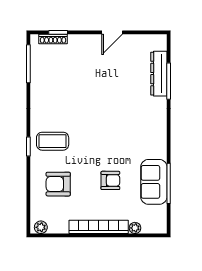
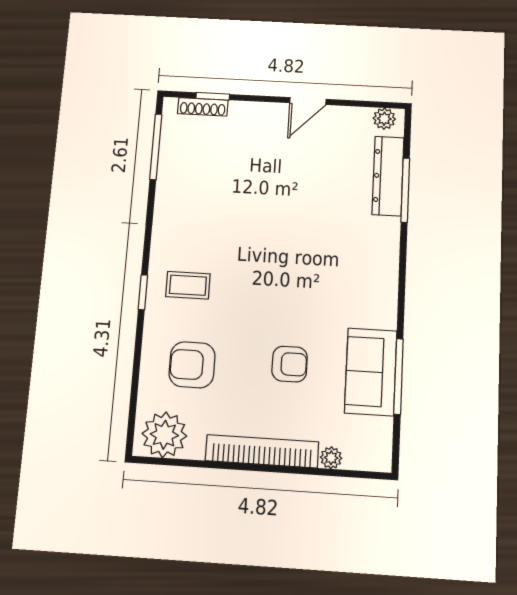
plant: (155, 41) -> (384, 119), added
coffee table: (53, 141) -> (188, 285), width x0.73, depth x0.77
plant: (41, 227) -> (164, 435), width x1.88, depth x1.88

